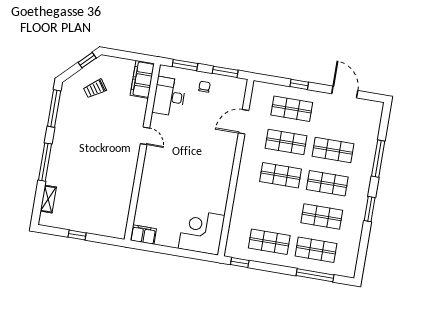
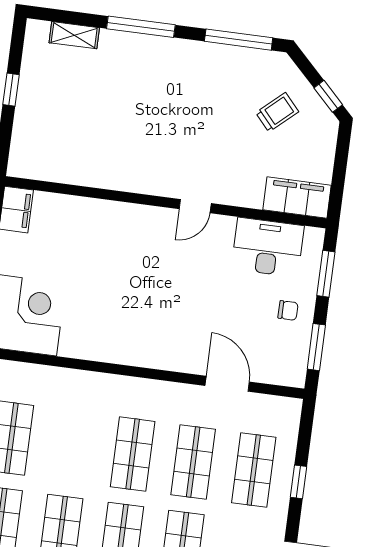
trolley: (95, 89) -> (277, 112), turned 83

